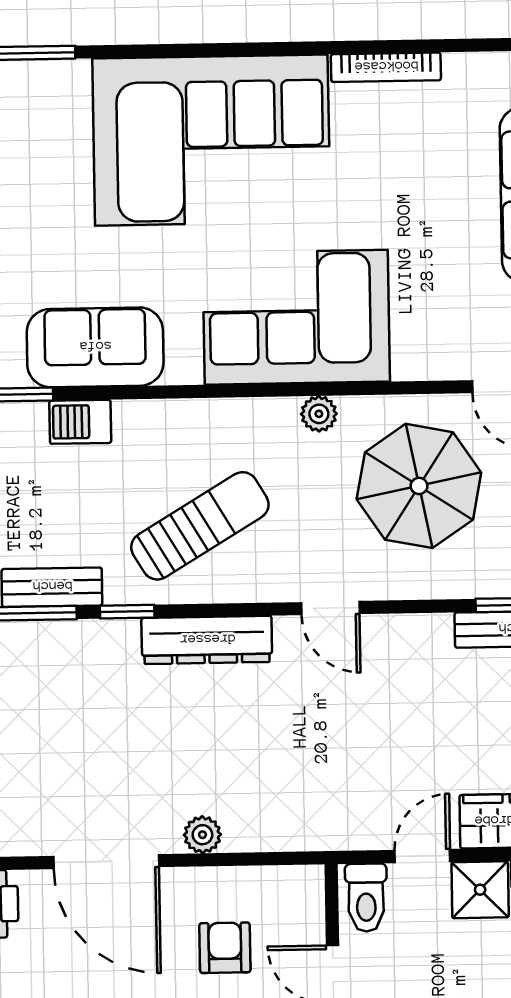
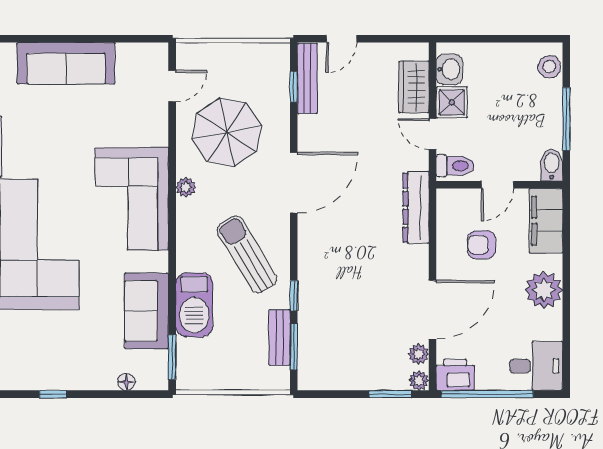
barbecue: (80, 422) -> (194, 305), width x1.88, depth x1.53
door: (330, 608) -> (294, 183), width x1.87
dresser: (207, 640) -> (416, 208), moved, turned 180
plant: (202, 835) -> (419, 354), moved

